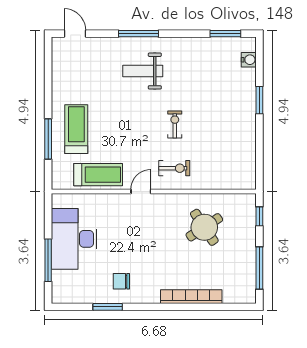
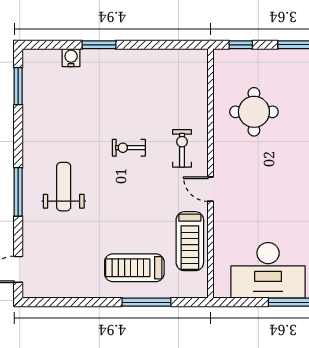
water cooler: (249, 60) -> (71, 58), moved
weight bench: (143, 71) -> (64, 187), turned 180
treadmill: (98, 175) -> (190, 241), turned 180
round table: (204, 227) -> (254, 112), turned 33

